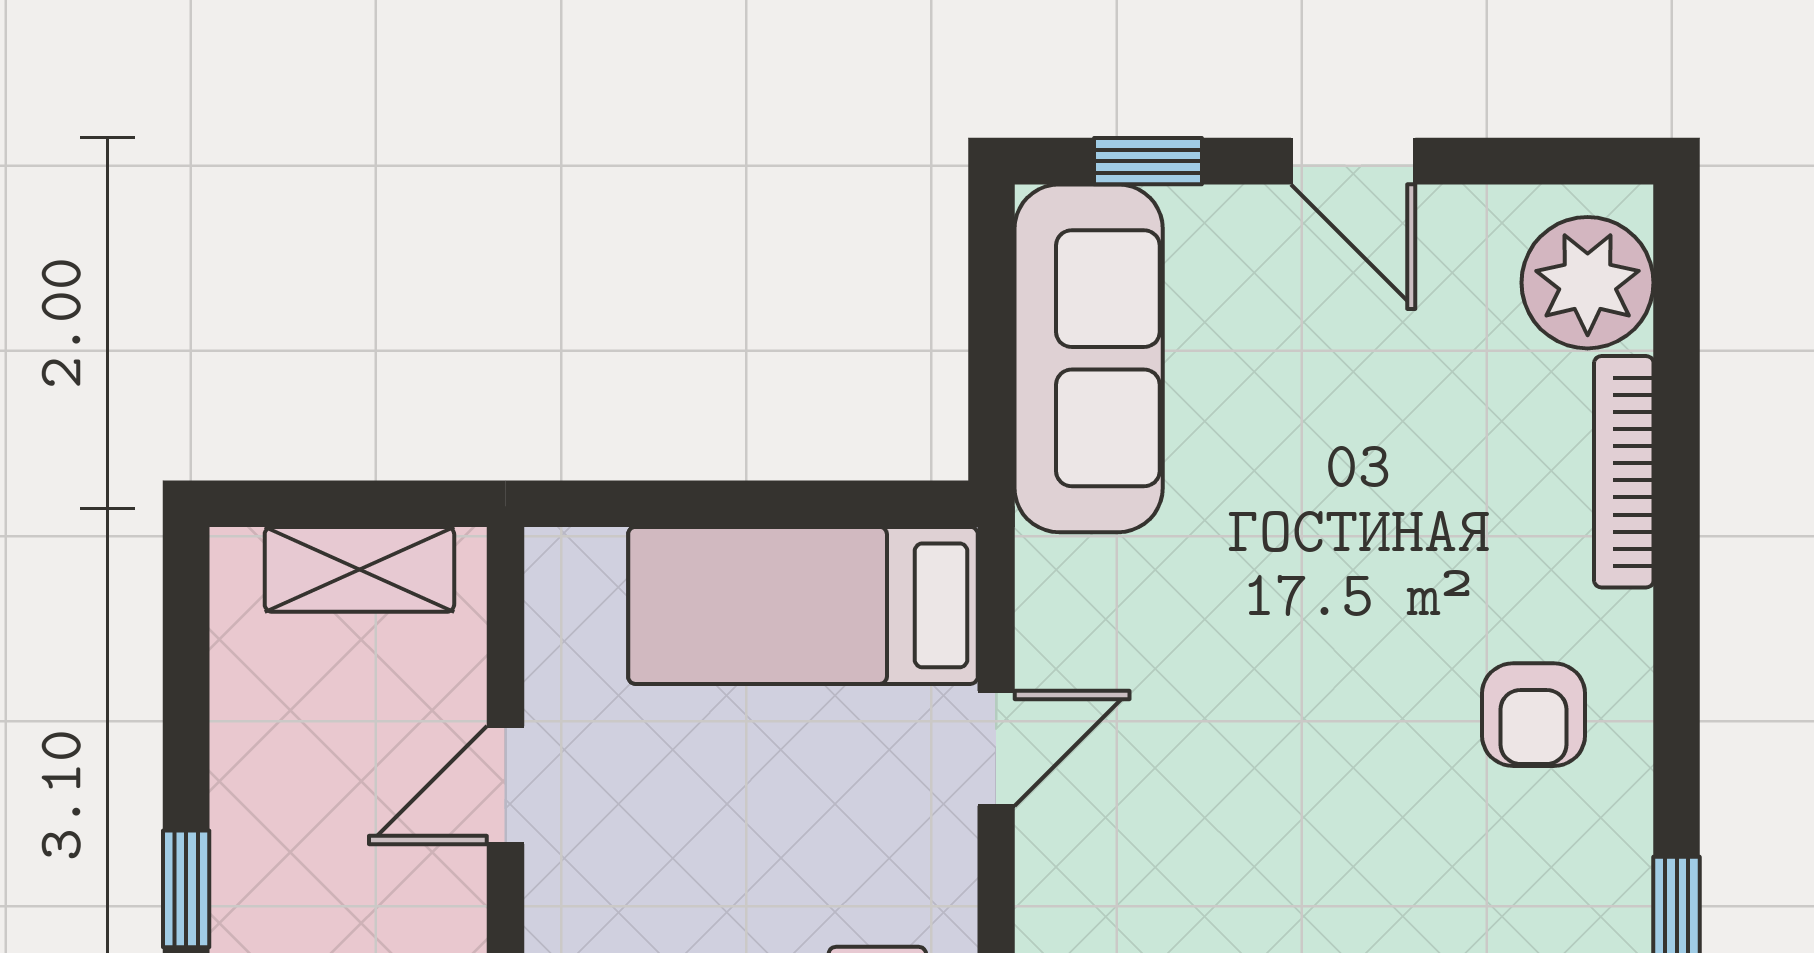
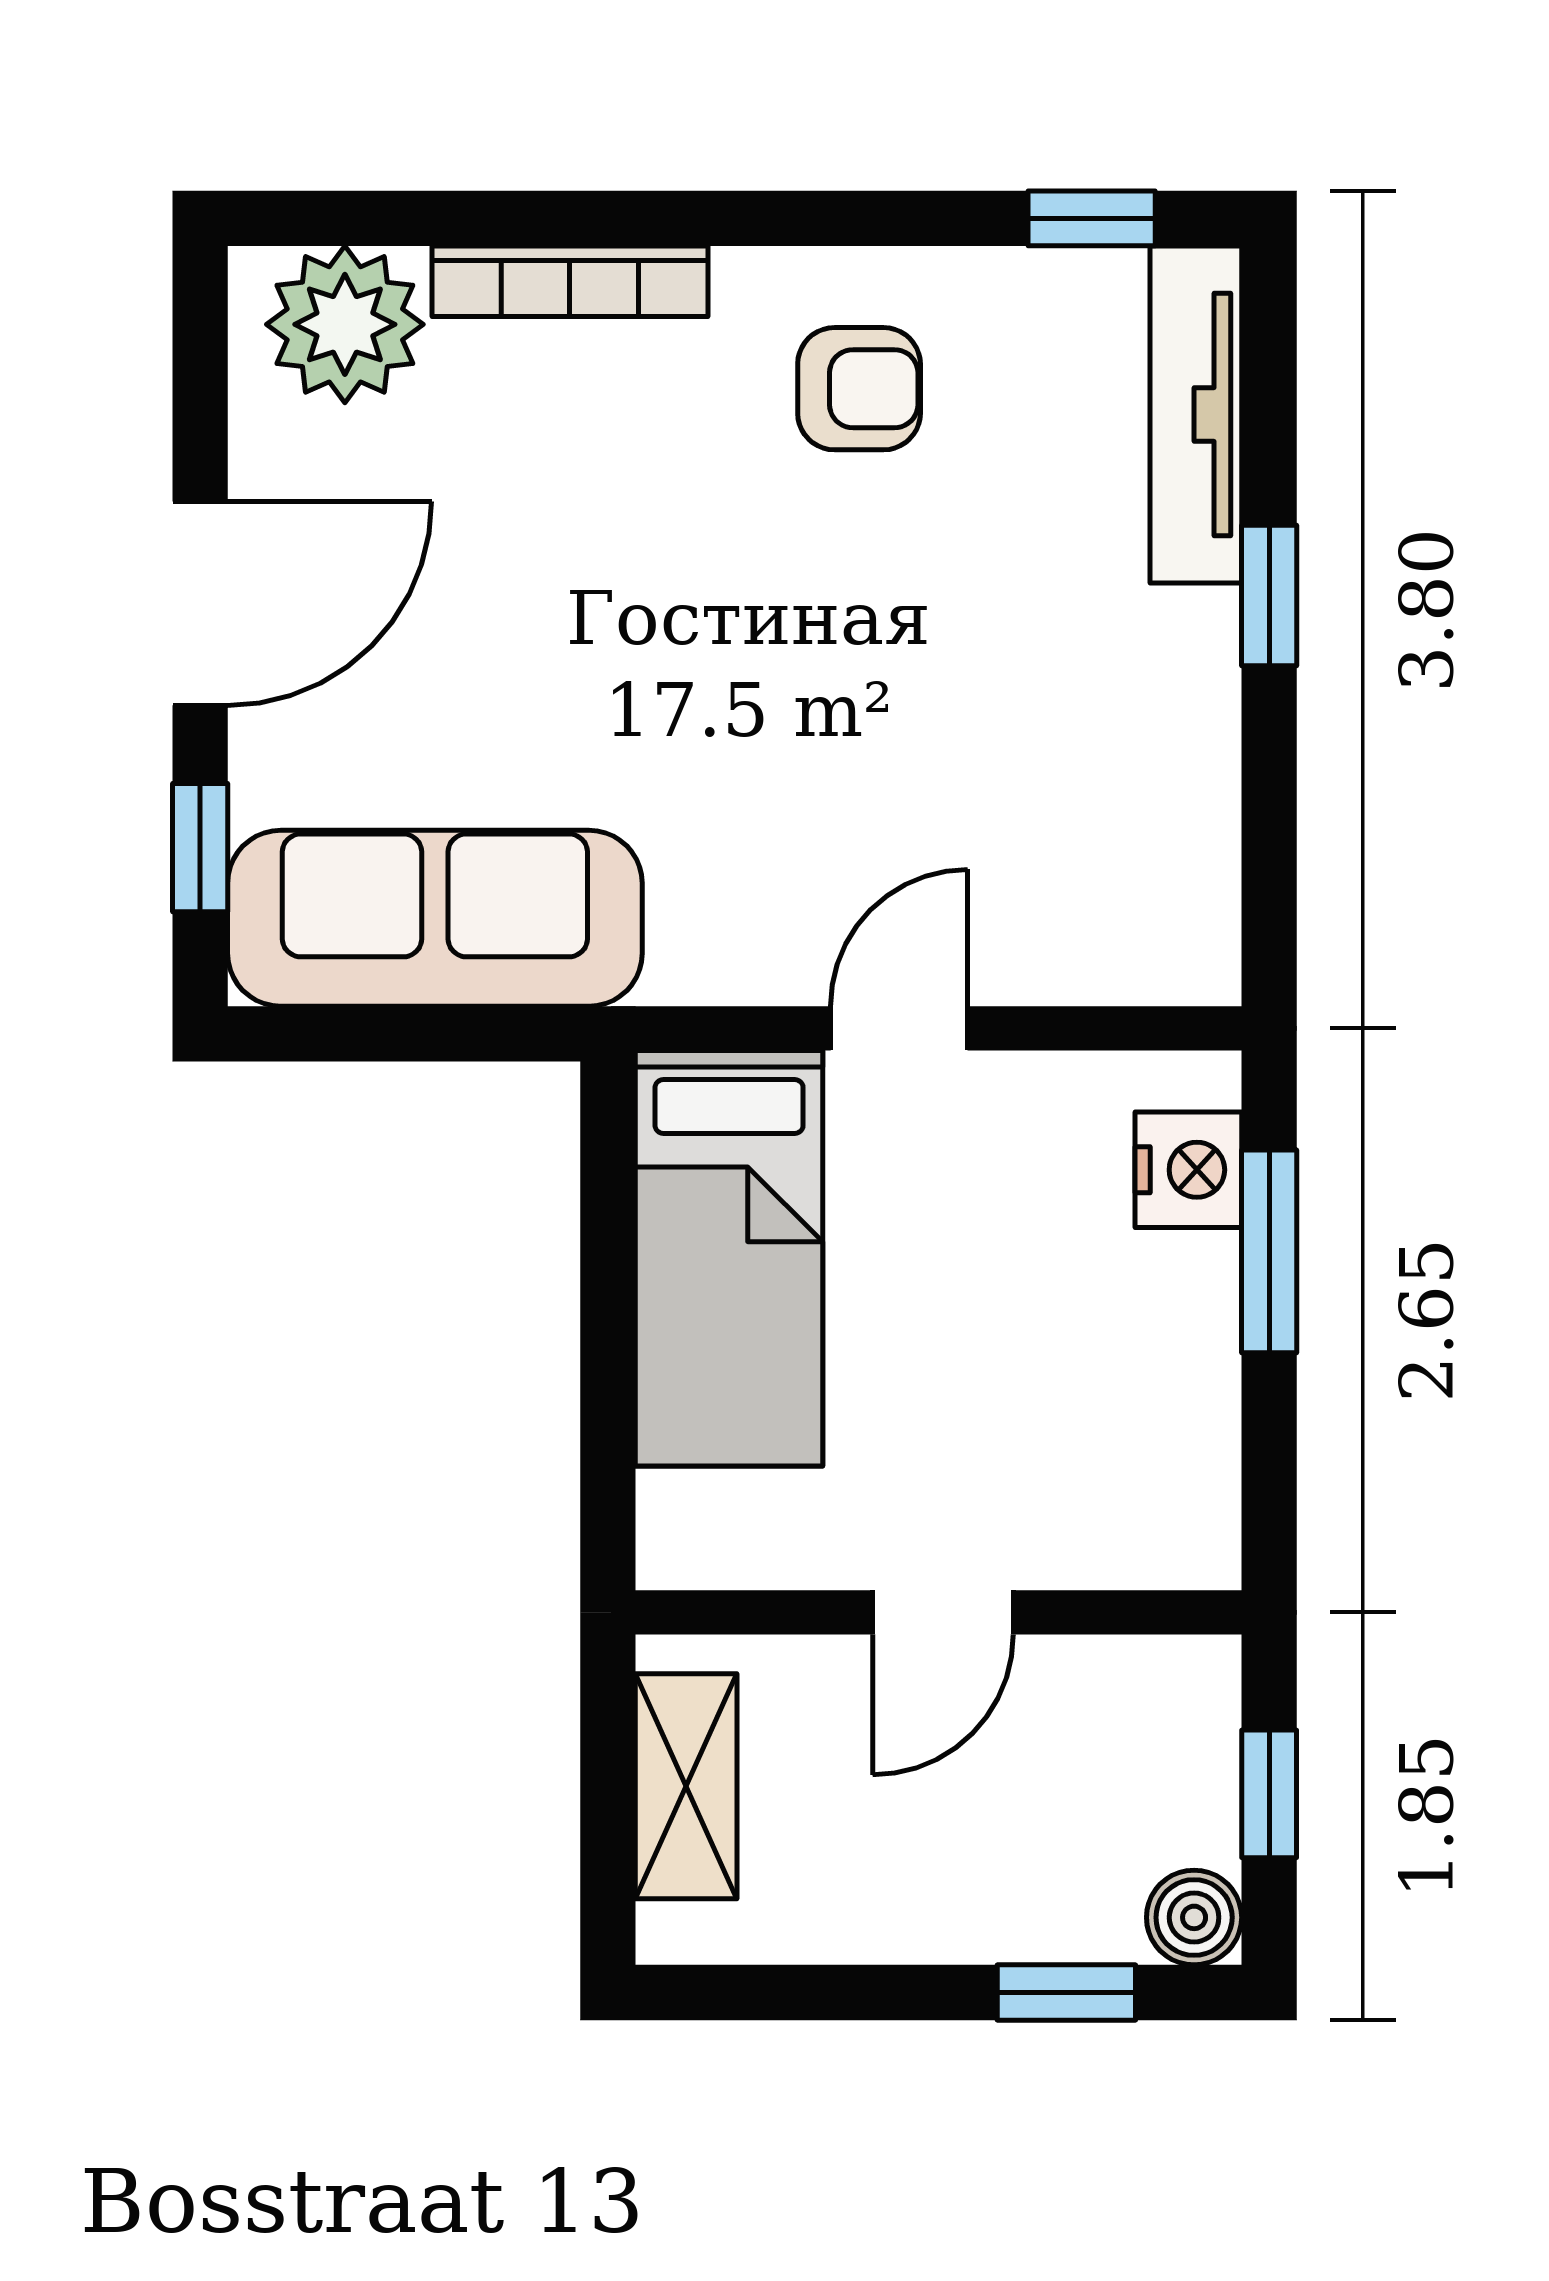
door: (1353, 161) -> (200, 603), width x1.38
door: (996, 748) -> (899, 1028), hinge flipped
door: (506, 785) -> (943, 1612), hinge flipped

